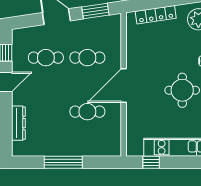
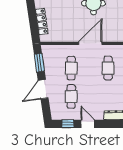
door: (124, 86) -> (90, 43), swing flipped

